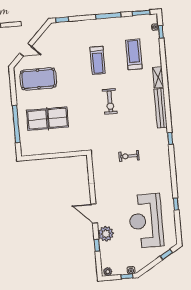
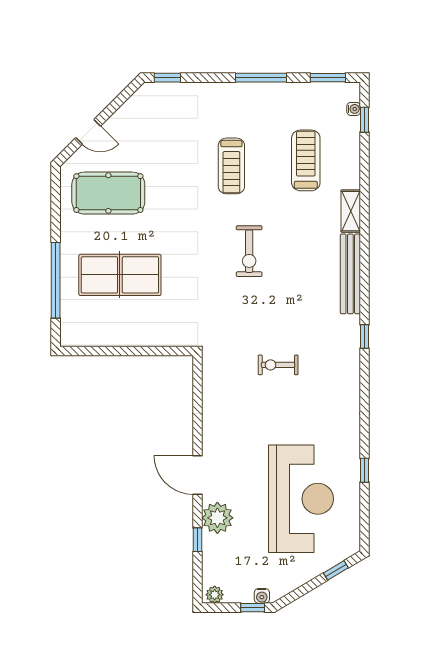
reception desk: (146, 221) -> (301, 499), turned 180

